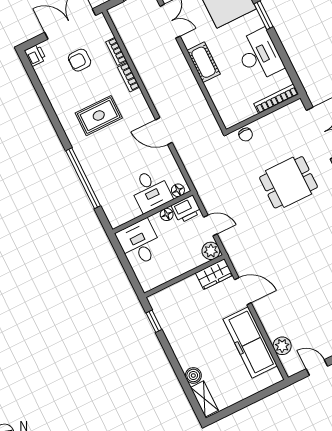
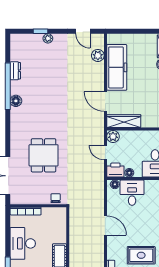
dining table: (288, 182) -> (44, 155), turned 90
wardrobe: (214, 274) -> (124, 121), width x1.50

